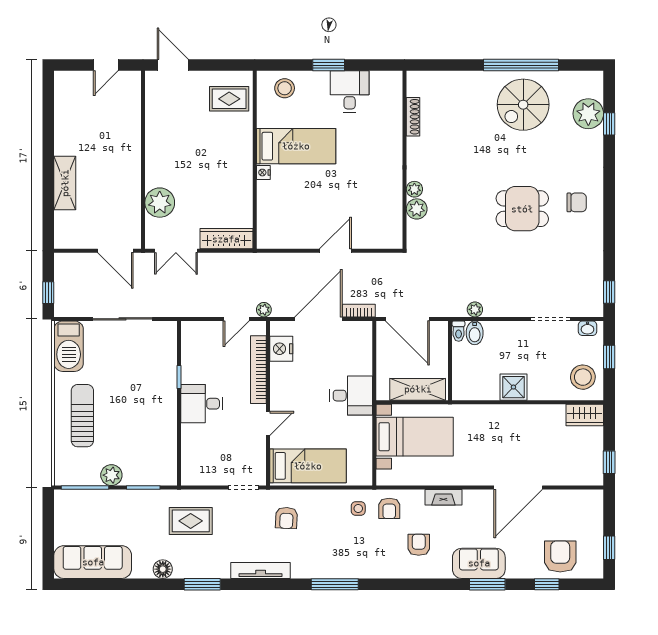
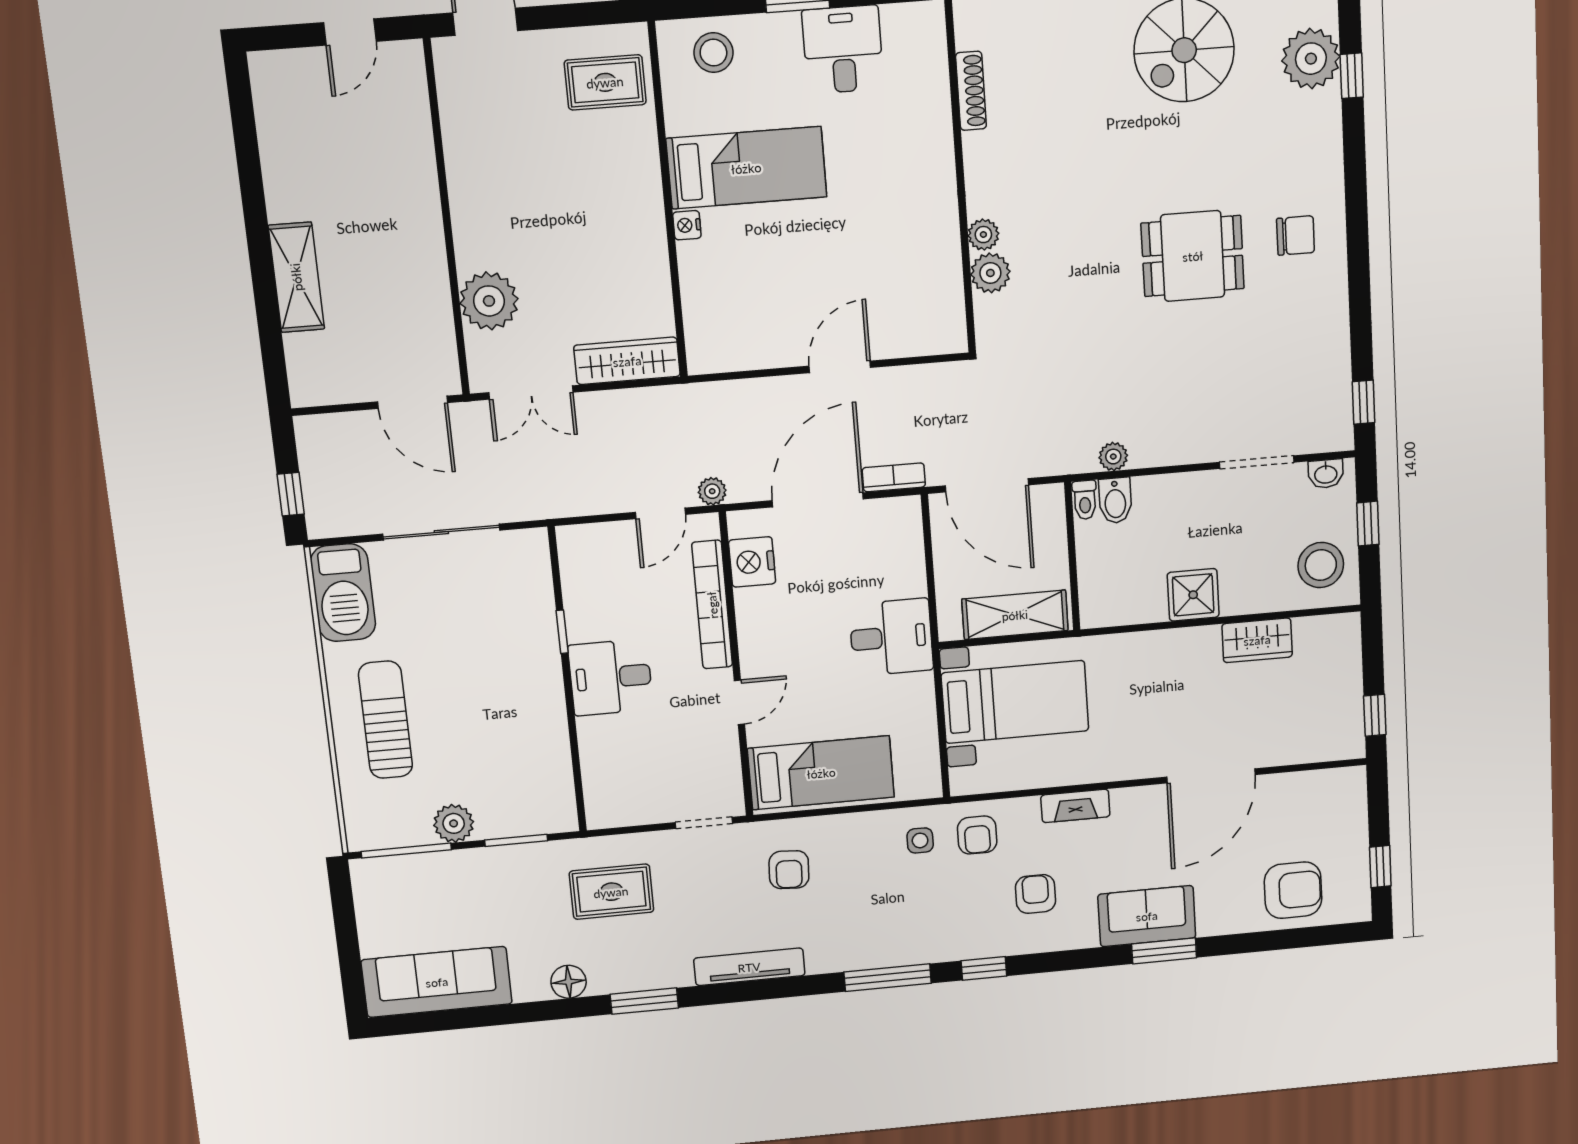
wardrobe: (585, 415) -> (1257, 640), moved
armchair: (560, 557) -> (1293, 890), turned 90
window: (547, 584) -> (984, 968), moved

